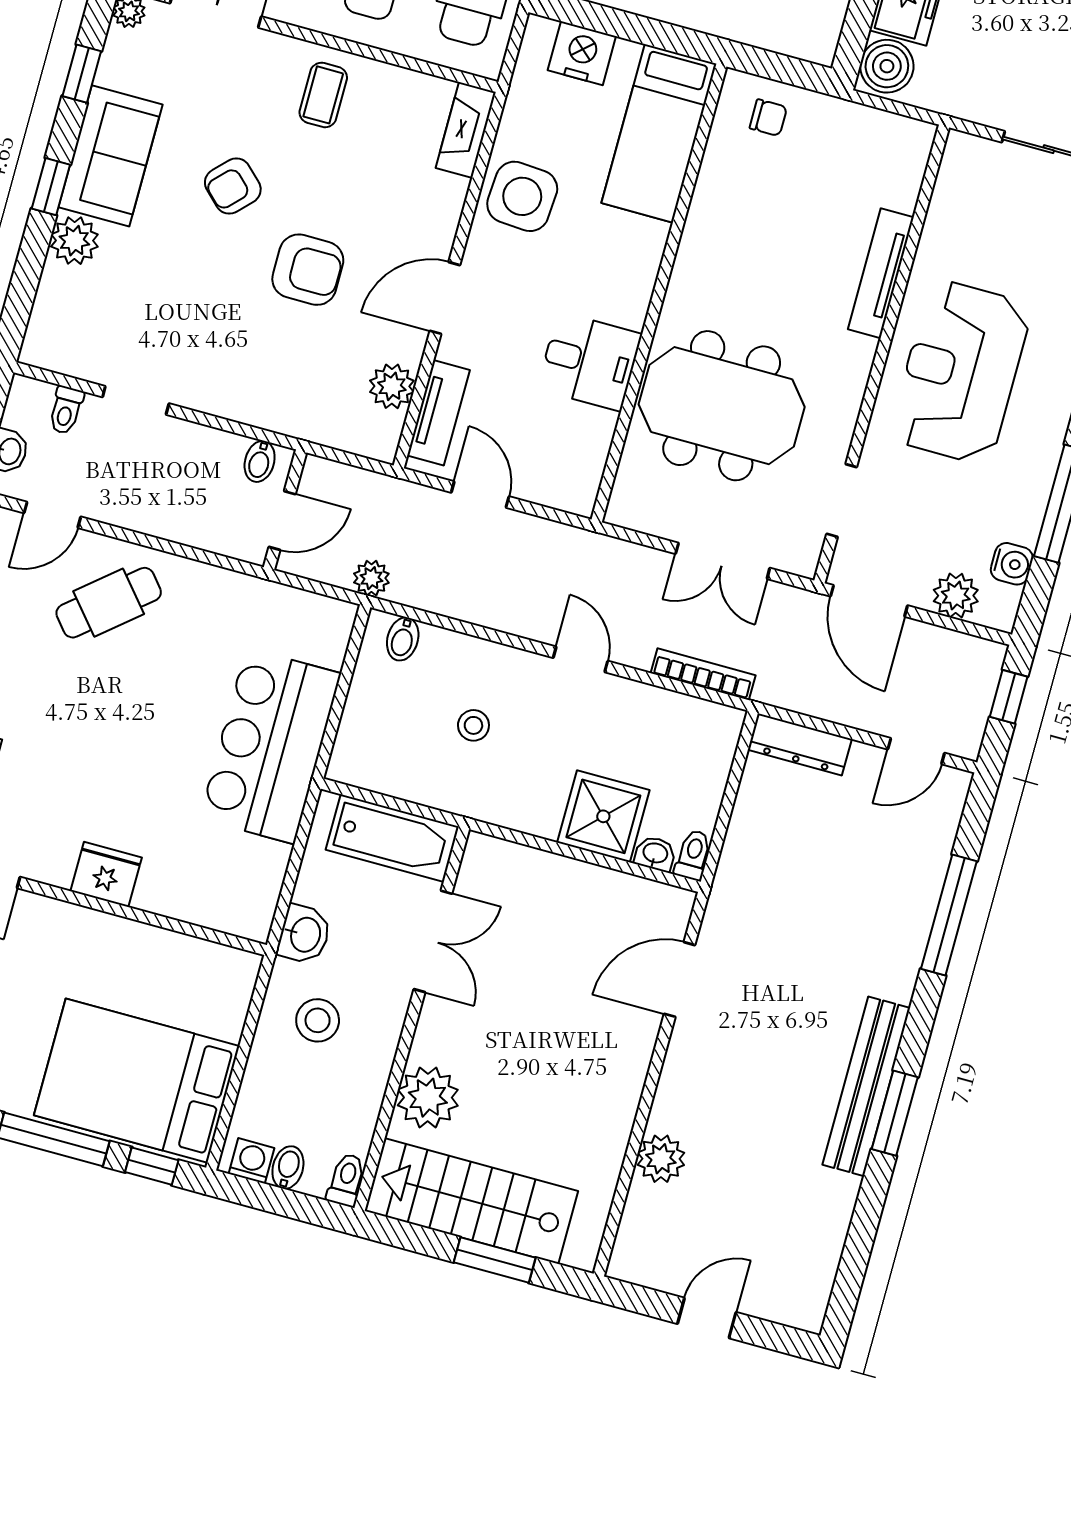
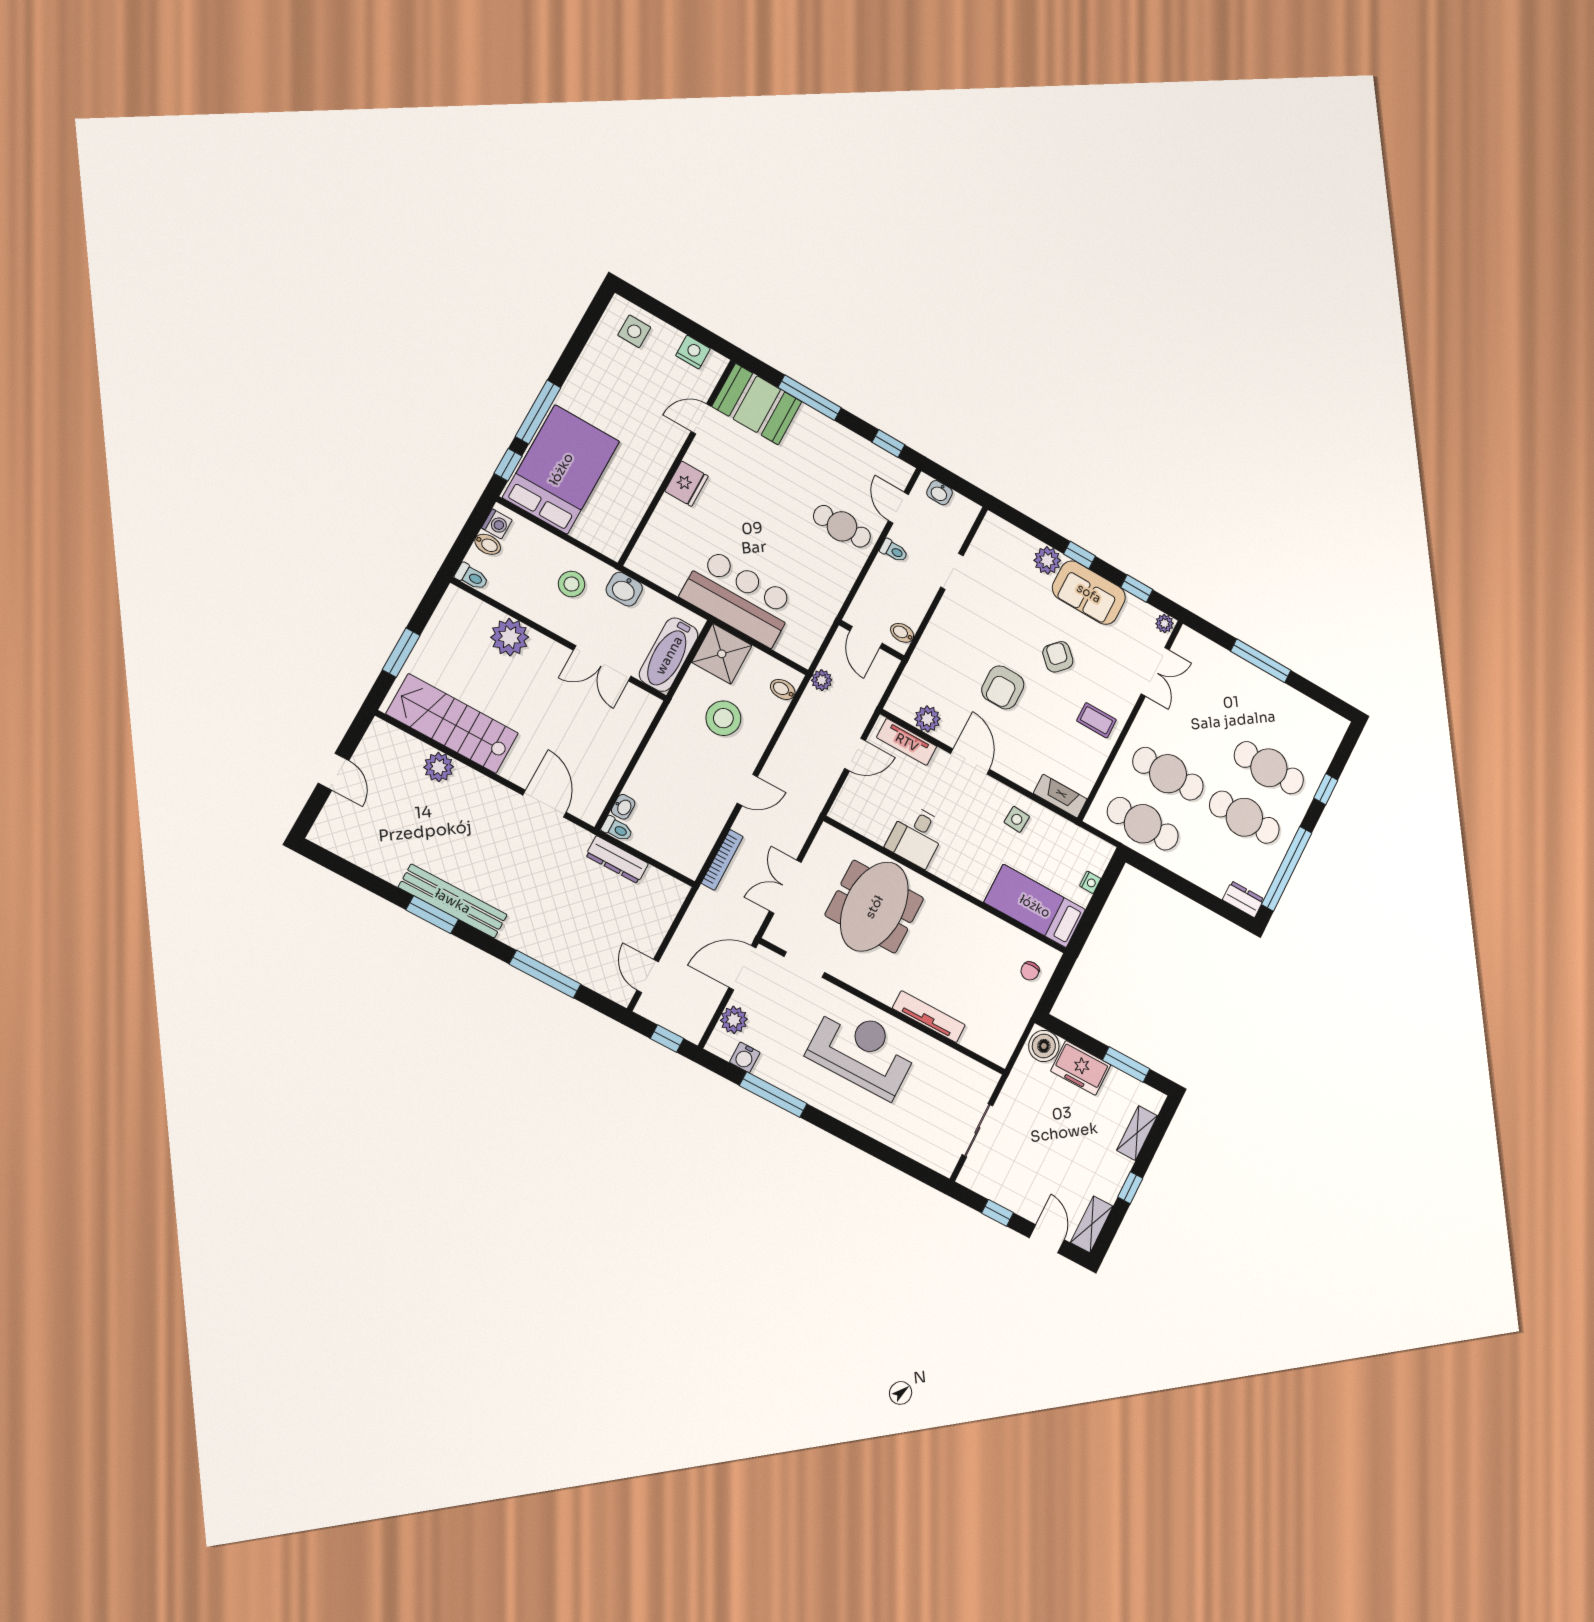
nightstand: (582, 53) -> (1090, 882), width x0.53, depth x0.56
side table: (522, 196) -> (1017, 819), width x0.54, depth x0.54
toilet: (66, 410) -> (894, 551), moved, turned 180
cafe table: (109, 603) -> (842, 526), turned -50
stool: (473, 725) -> (723, 718), width x1.89, depth x1.89
dresser: (800, 744) -> (617, 860), moved, turned -90
shower: (603, 816) -> (722, 654), moved
stairs: (471, 1201) -> (452, 724), moved, turned -90

